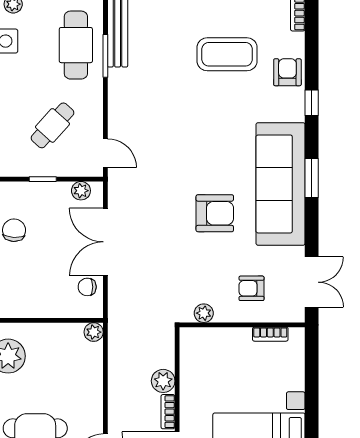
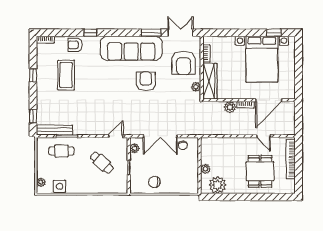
cafe table: (76, 45) -> (61, 151), width x0.73, depth x0.74
window: (312, 178) -> (151, 33), moved
armchair: (252, 288) -> (184, 63), width x1.88, depth x1.88
plant: (94, 332) -> (205, 169), moved
wardrobe: (215, 341) -> (210, 81), added

